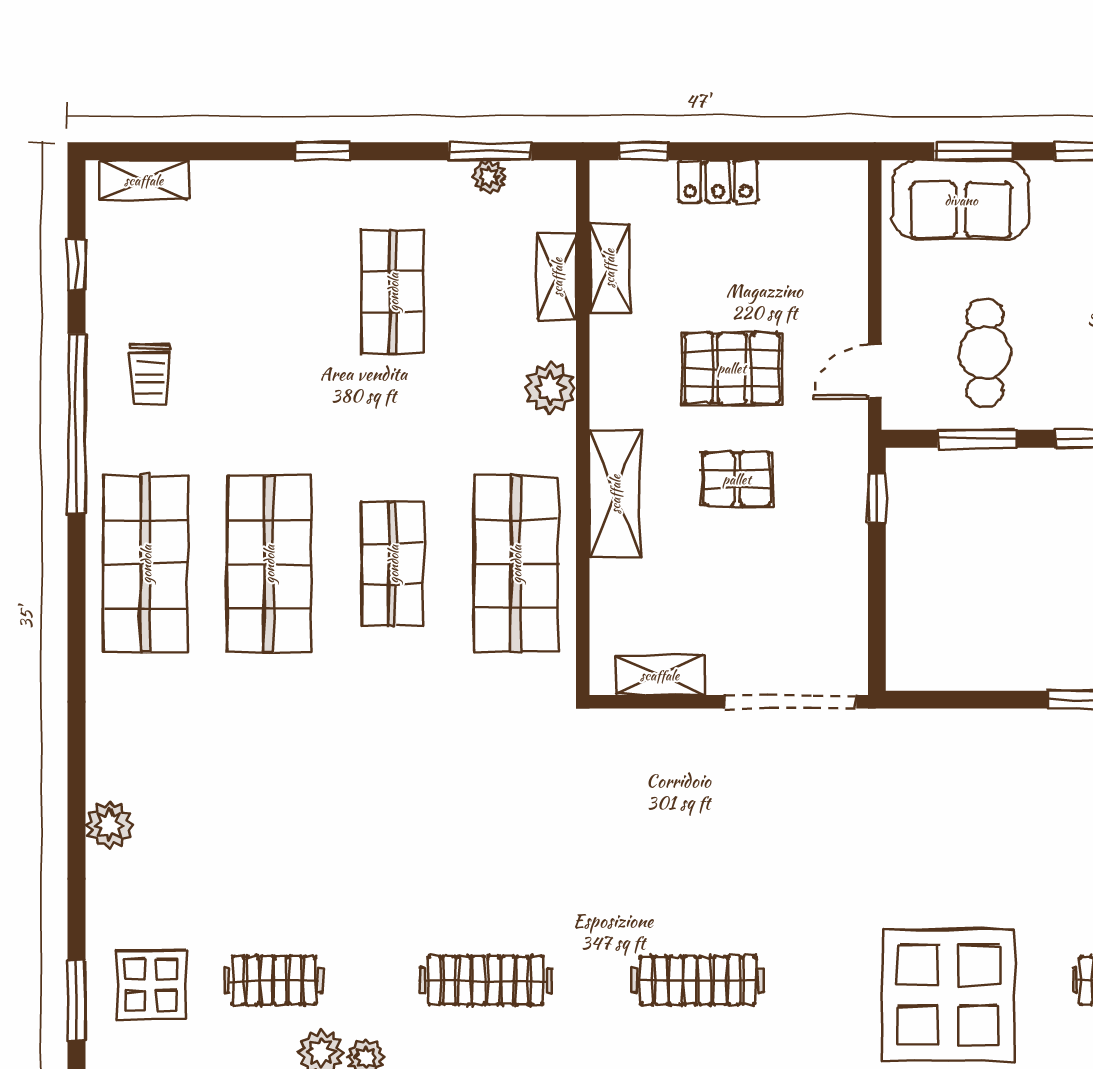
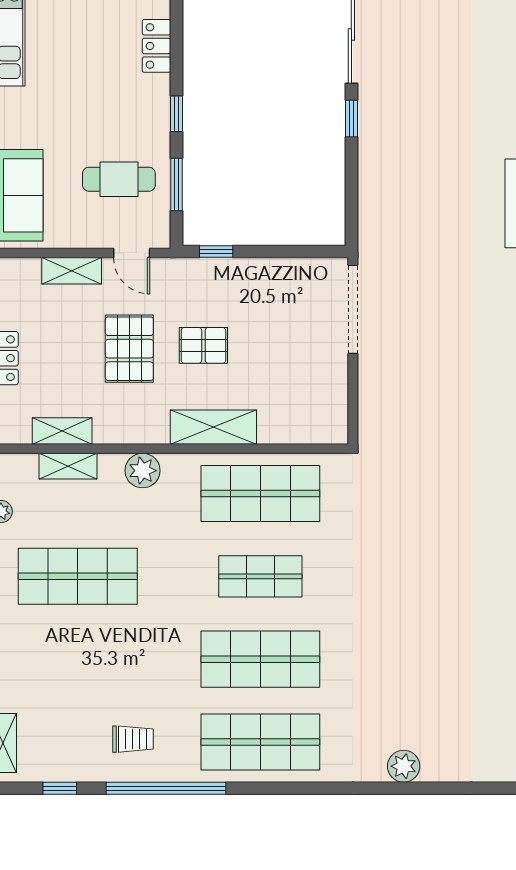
shop shelf: (393, 292) -> (78, 576), width x1.43, depth x1.36
pallet: (737, 479) -> (203, 345), turned 90
shelving: (660, 675) -> (72, 271), moved, turned 90
plant: (109, 825) -> (404, 766), moved

